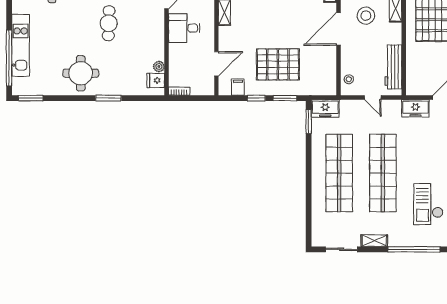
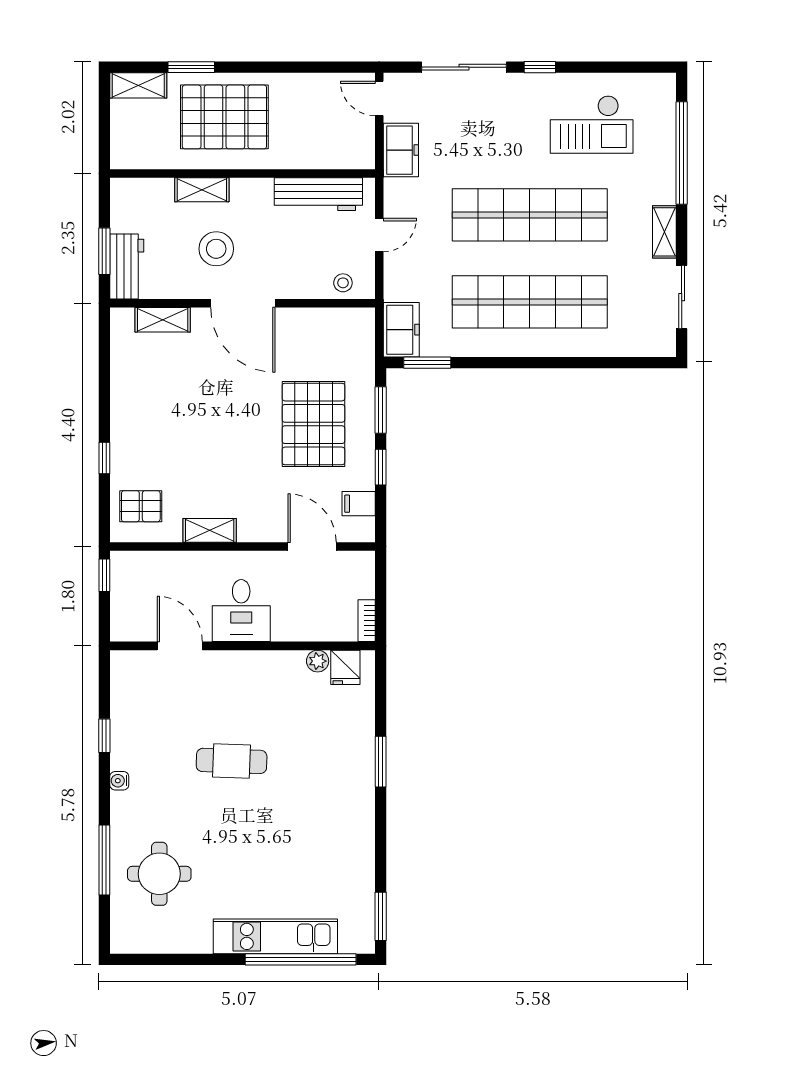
round table: (81, 73) -> (331, 817), removed

